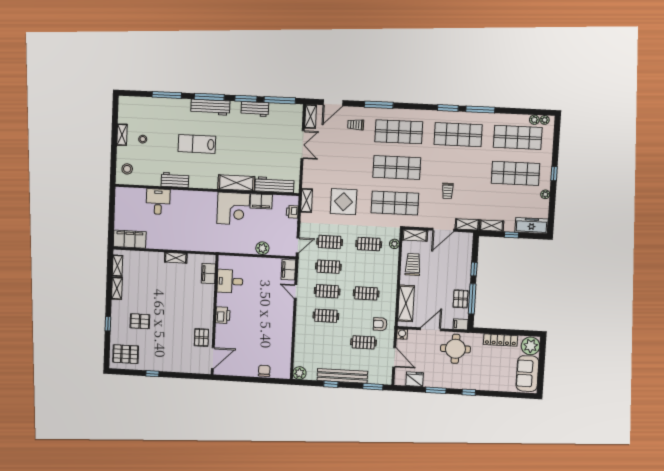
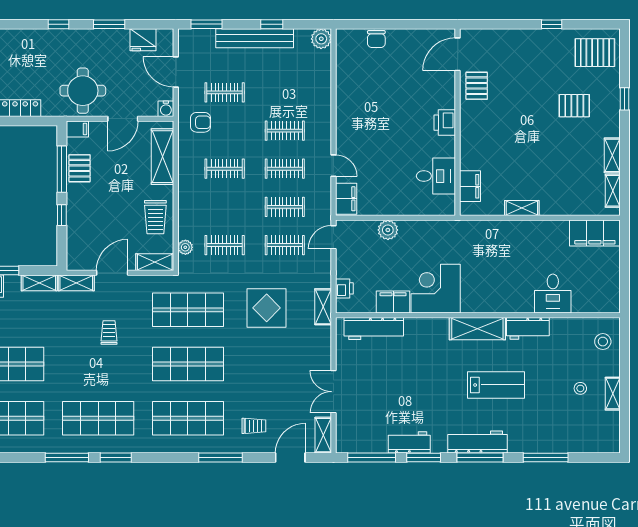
shelving: (236, 183) -> (477, 329), moved

